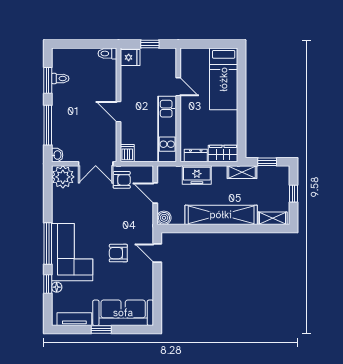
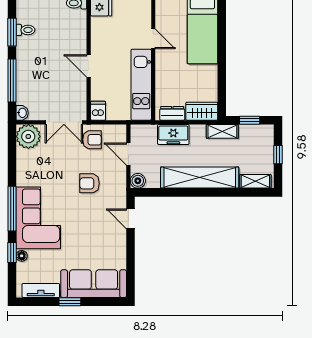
armchair: (118, 253) -> (89, 183), moved

